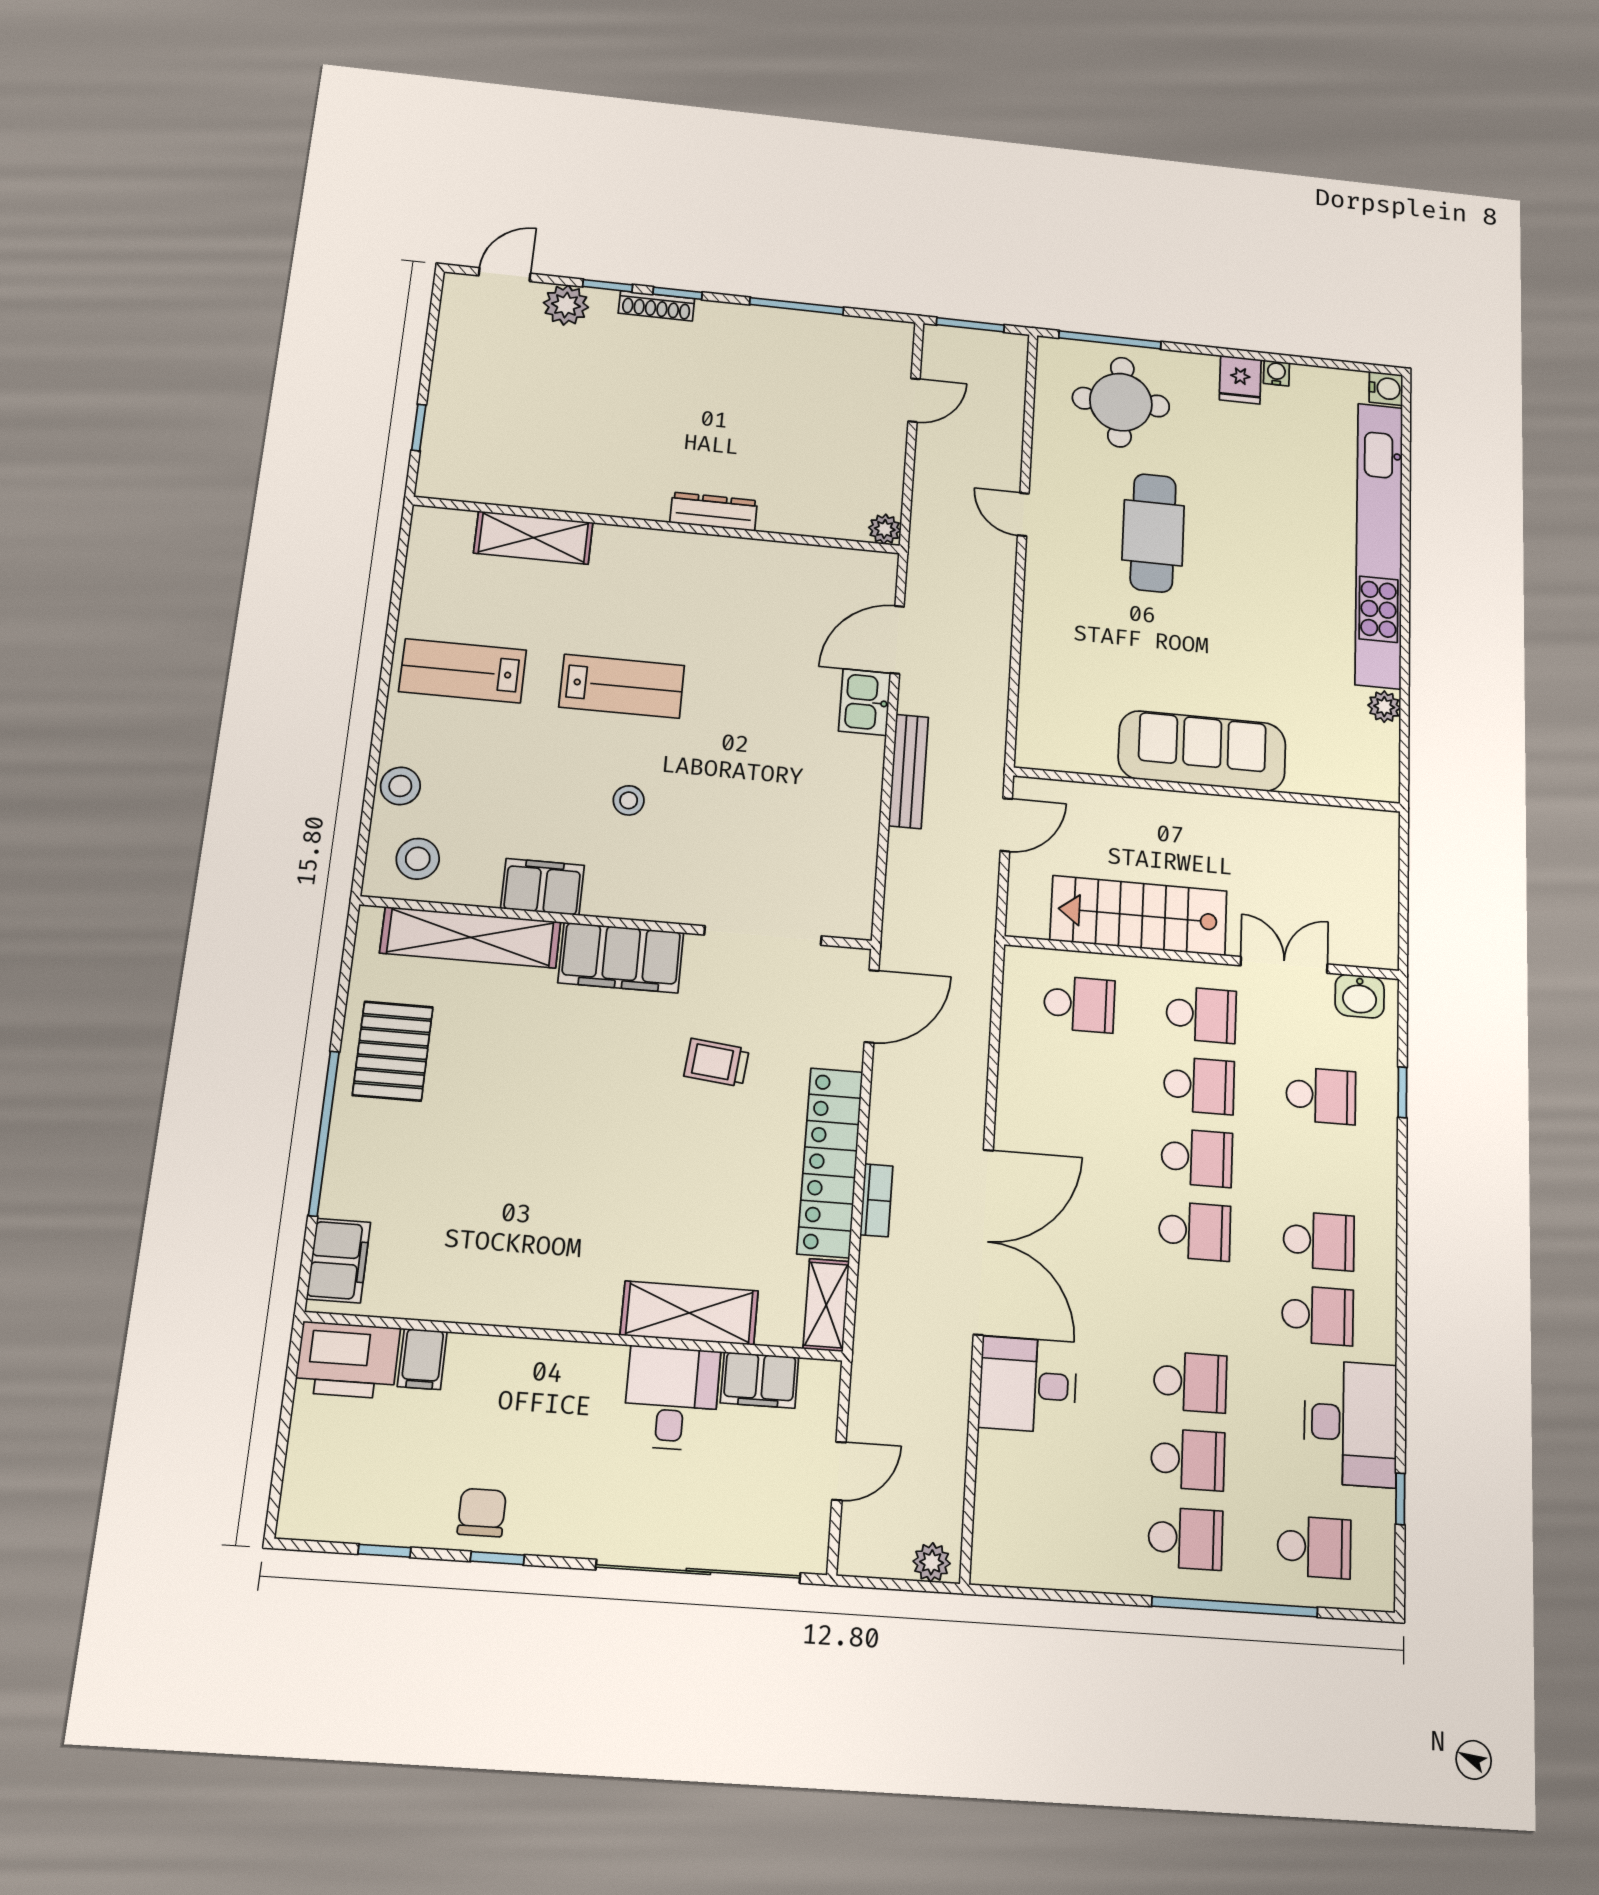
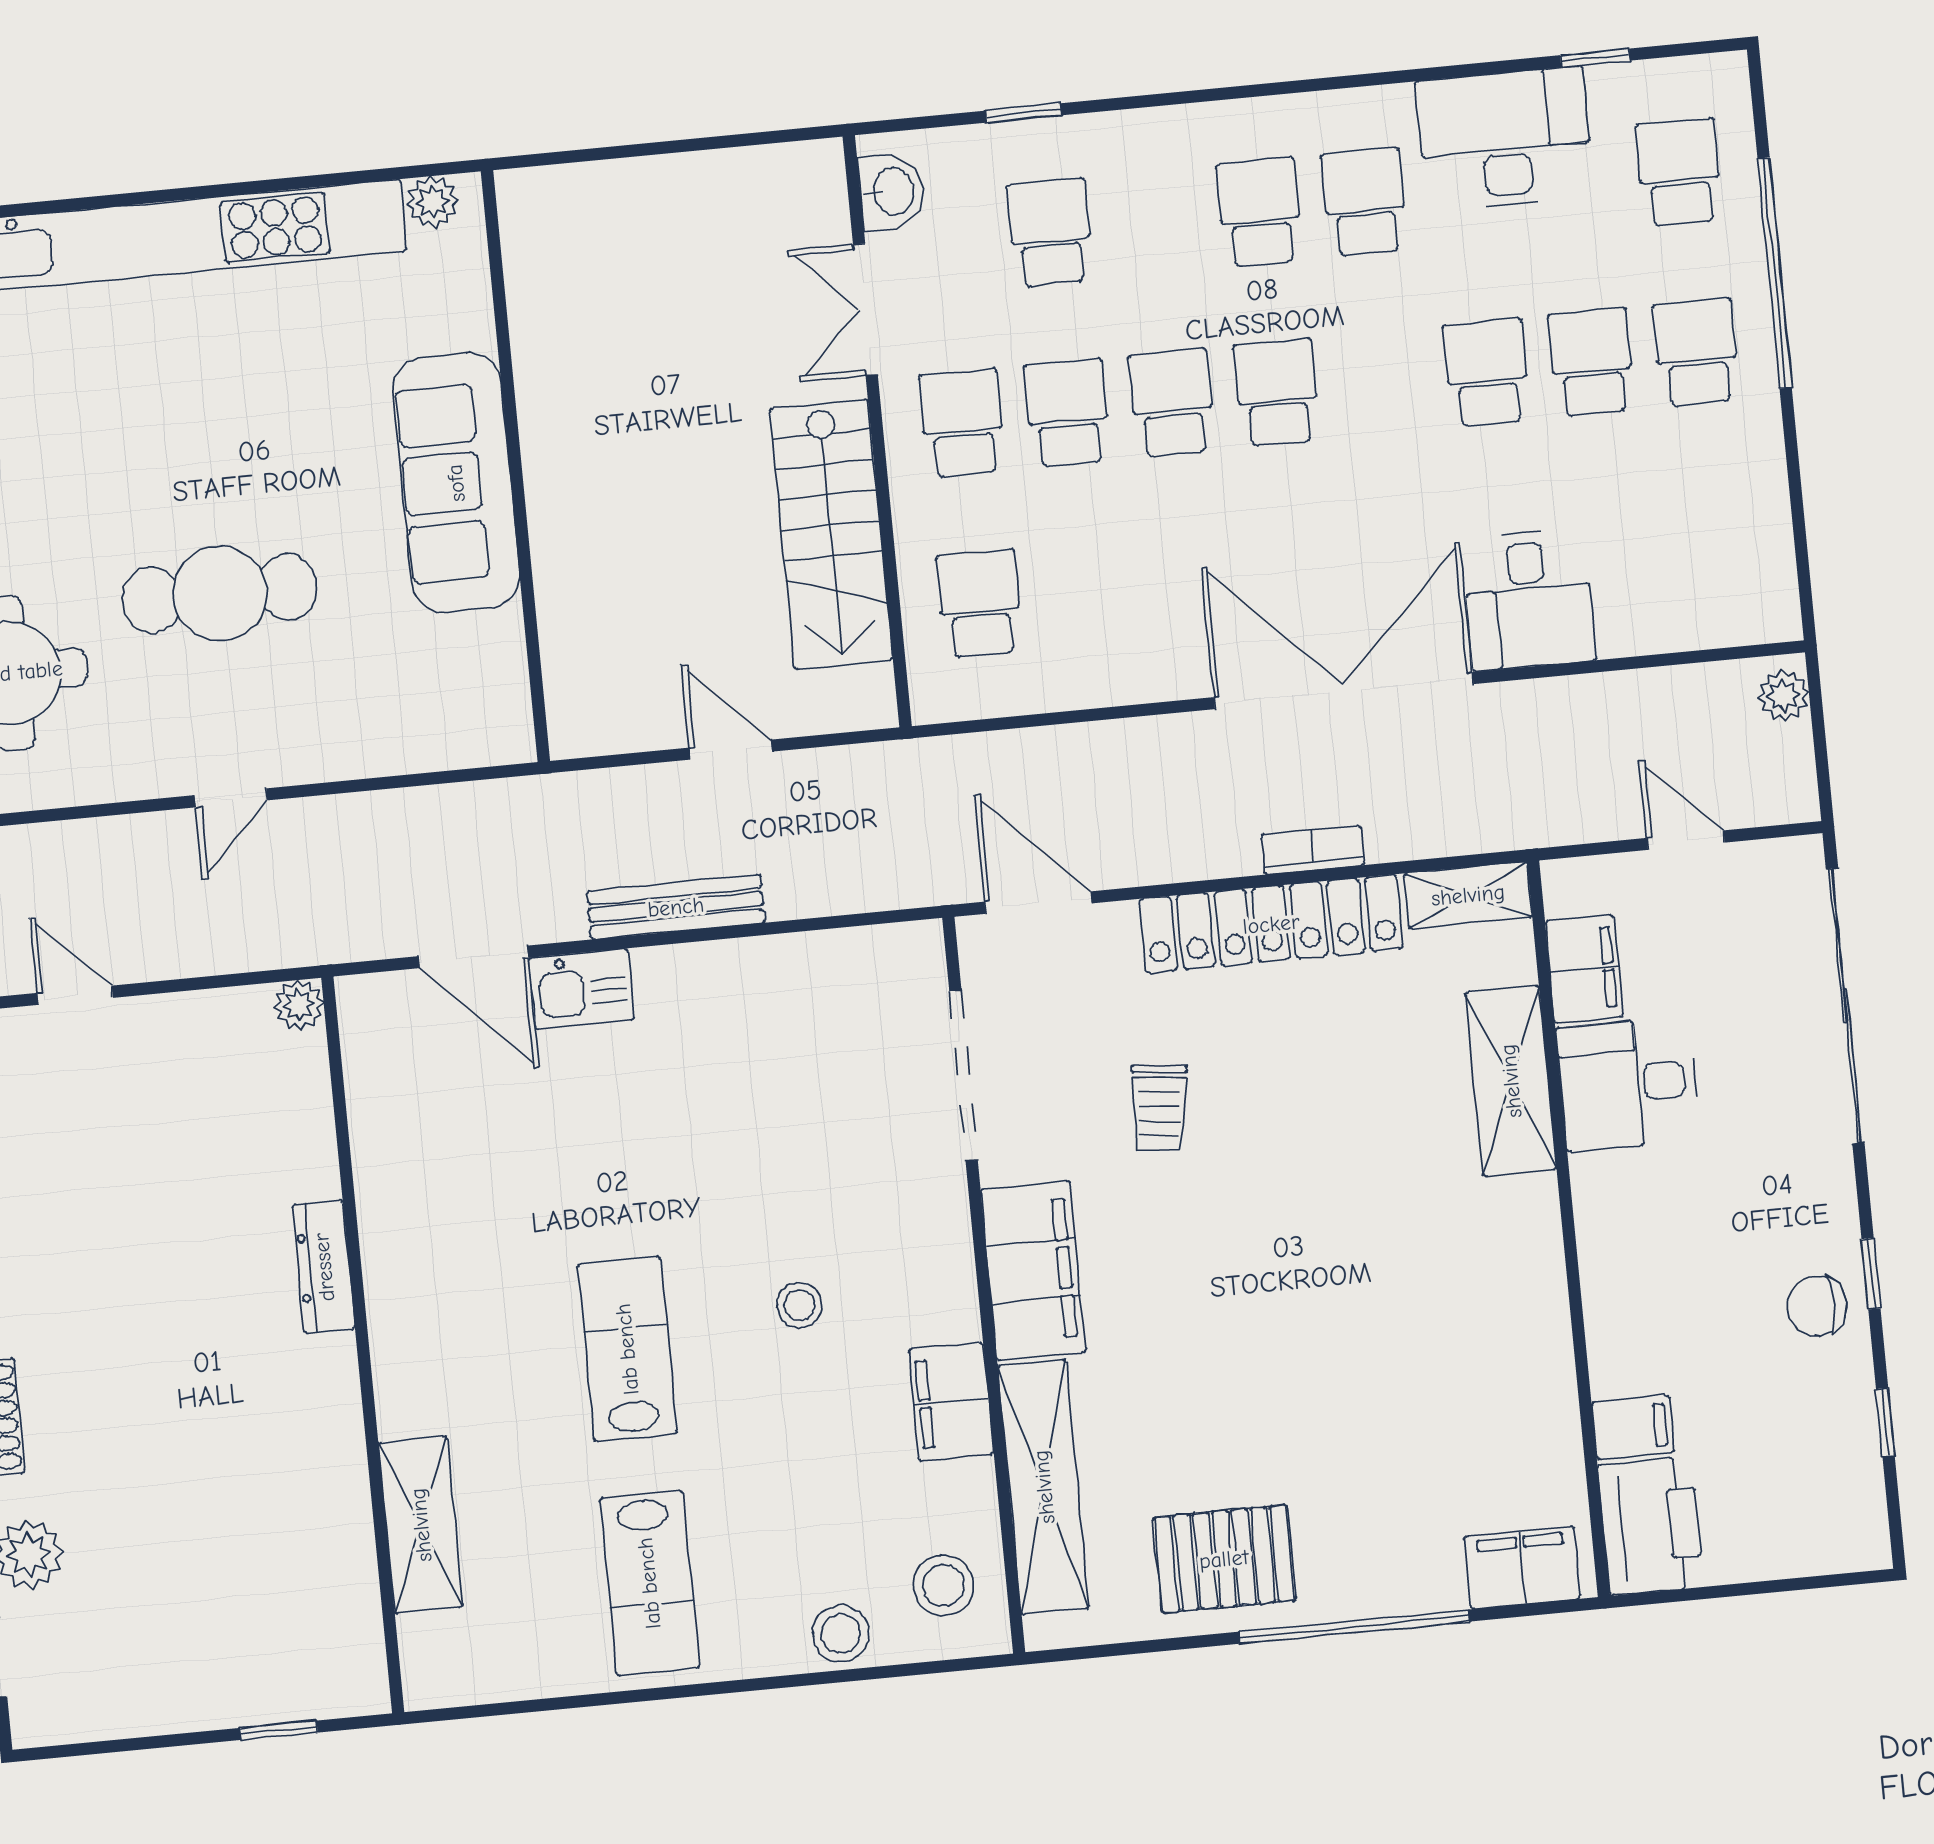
sofa: (1202, 751) -> (456, 483), moved
wall: (1208, 790) -> (515, 466), moved

